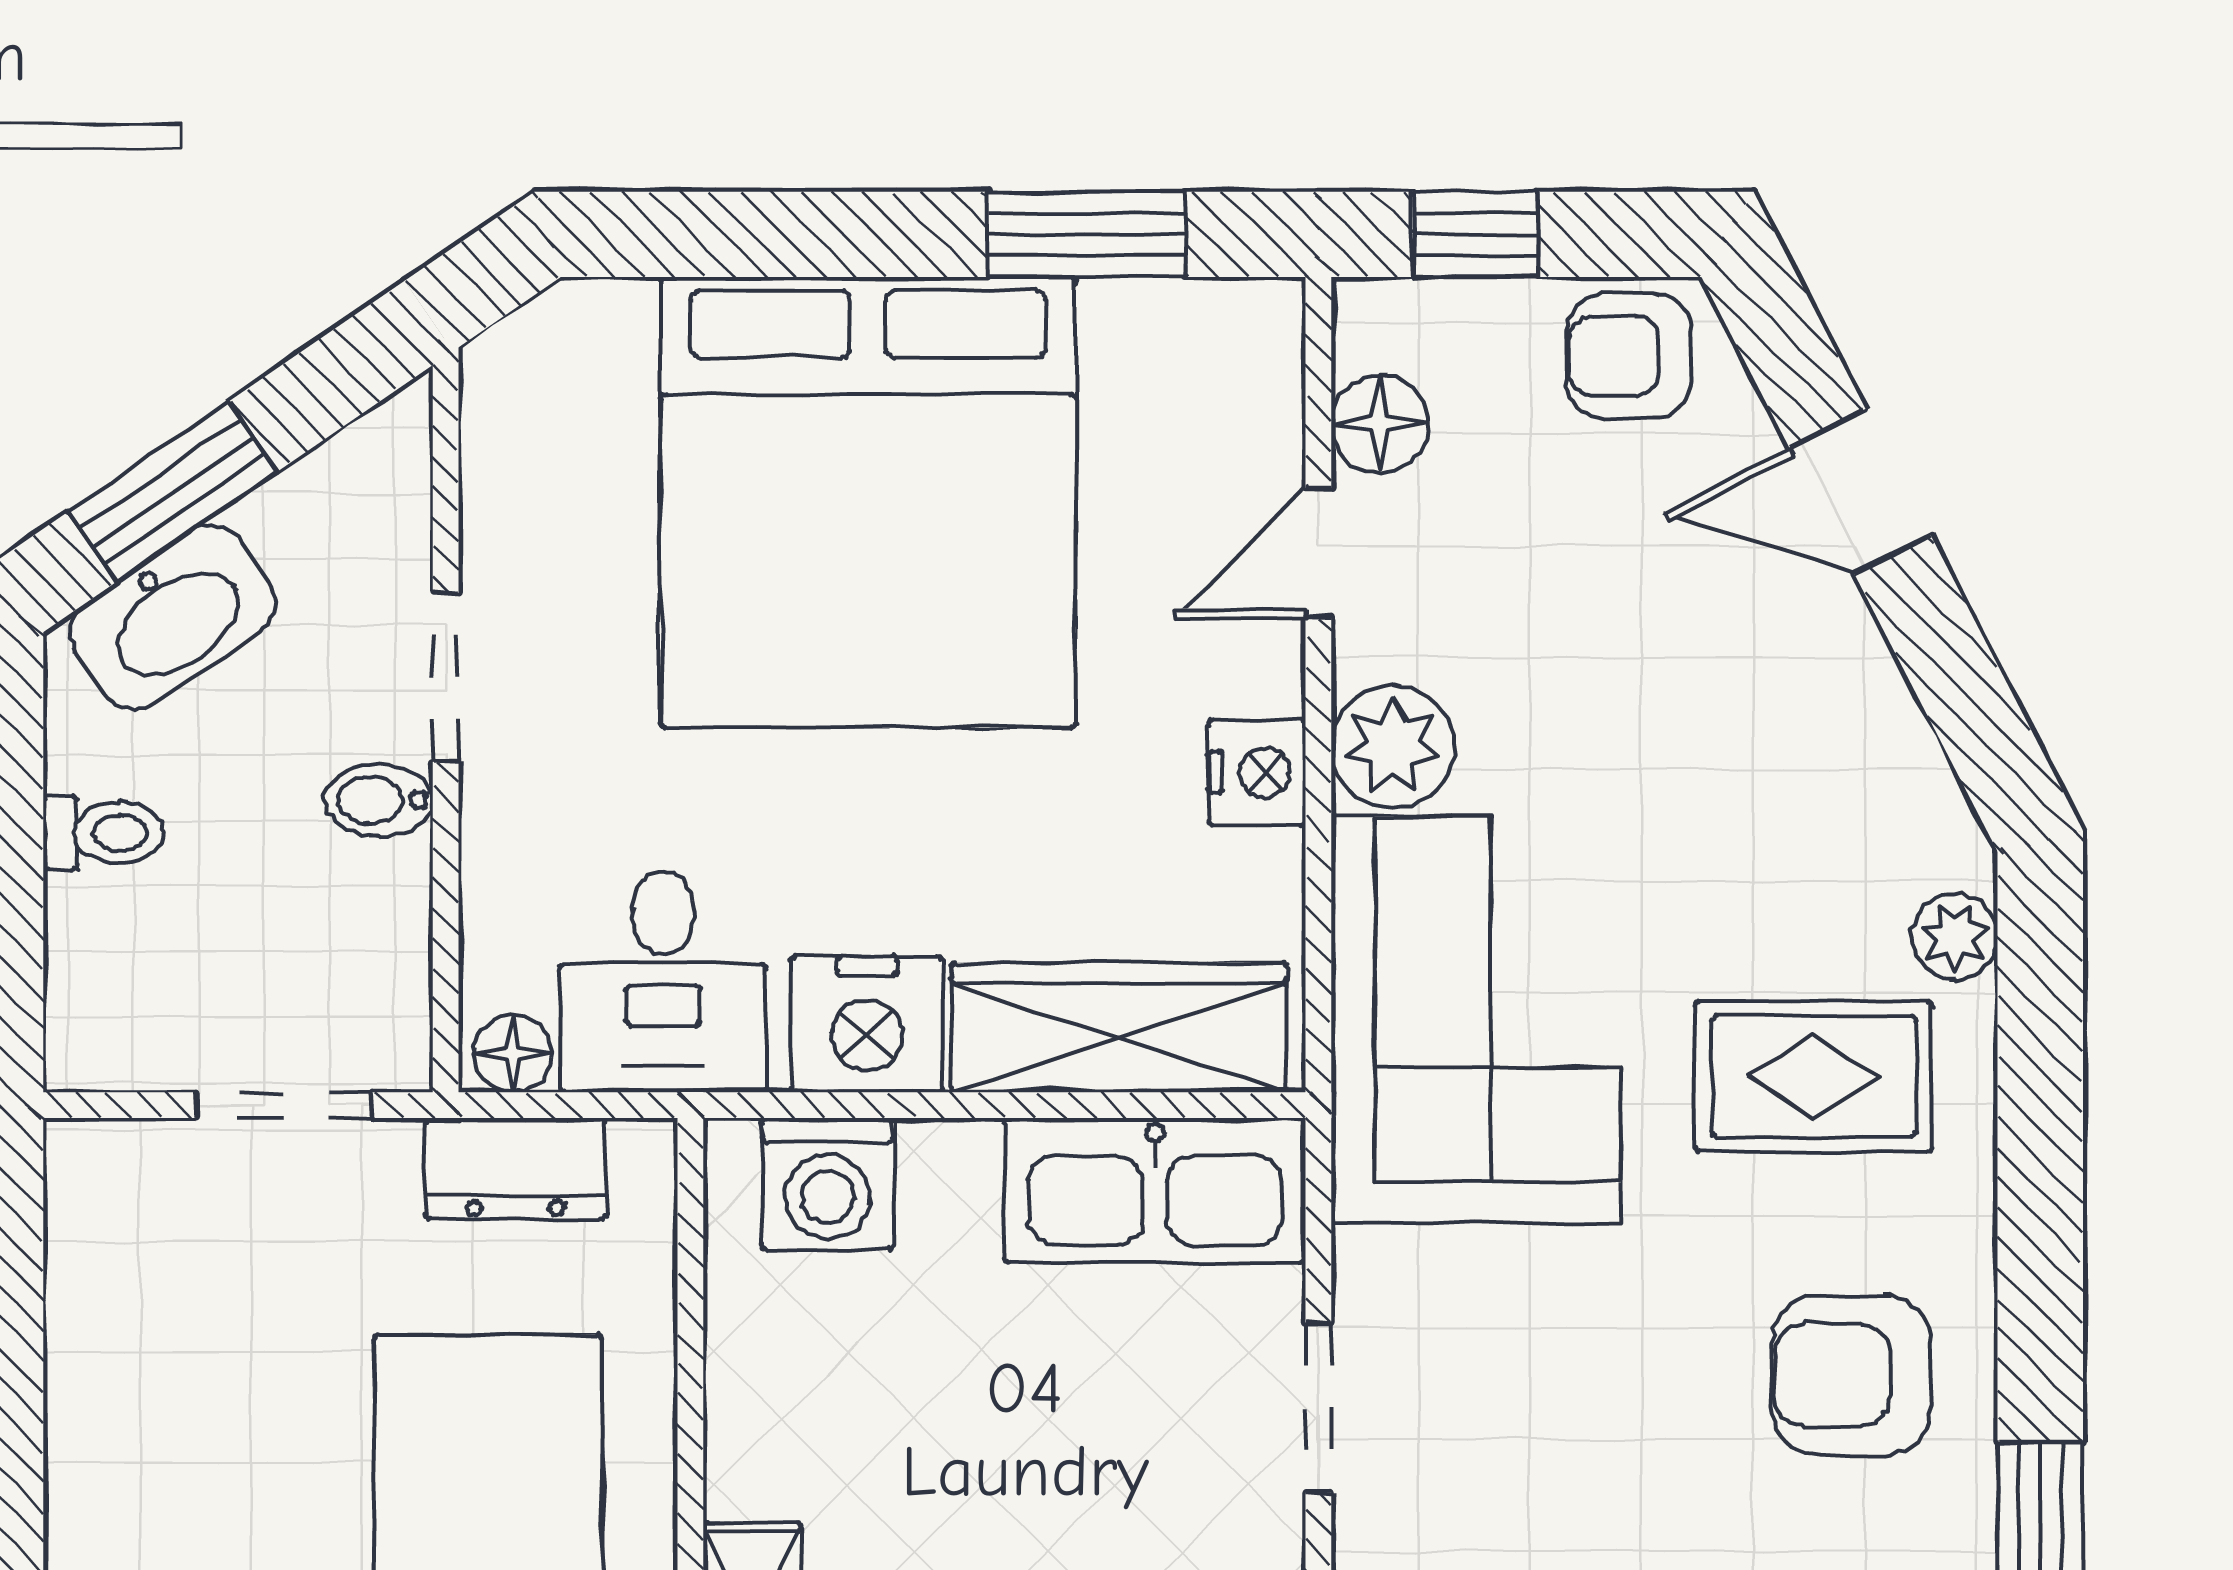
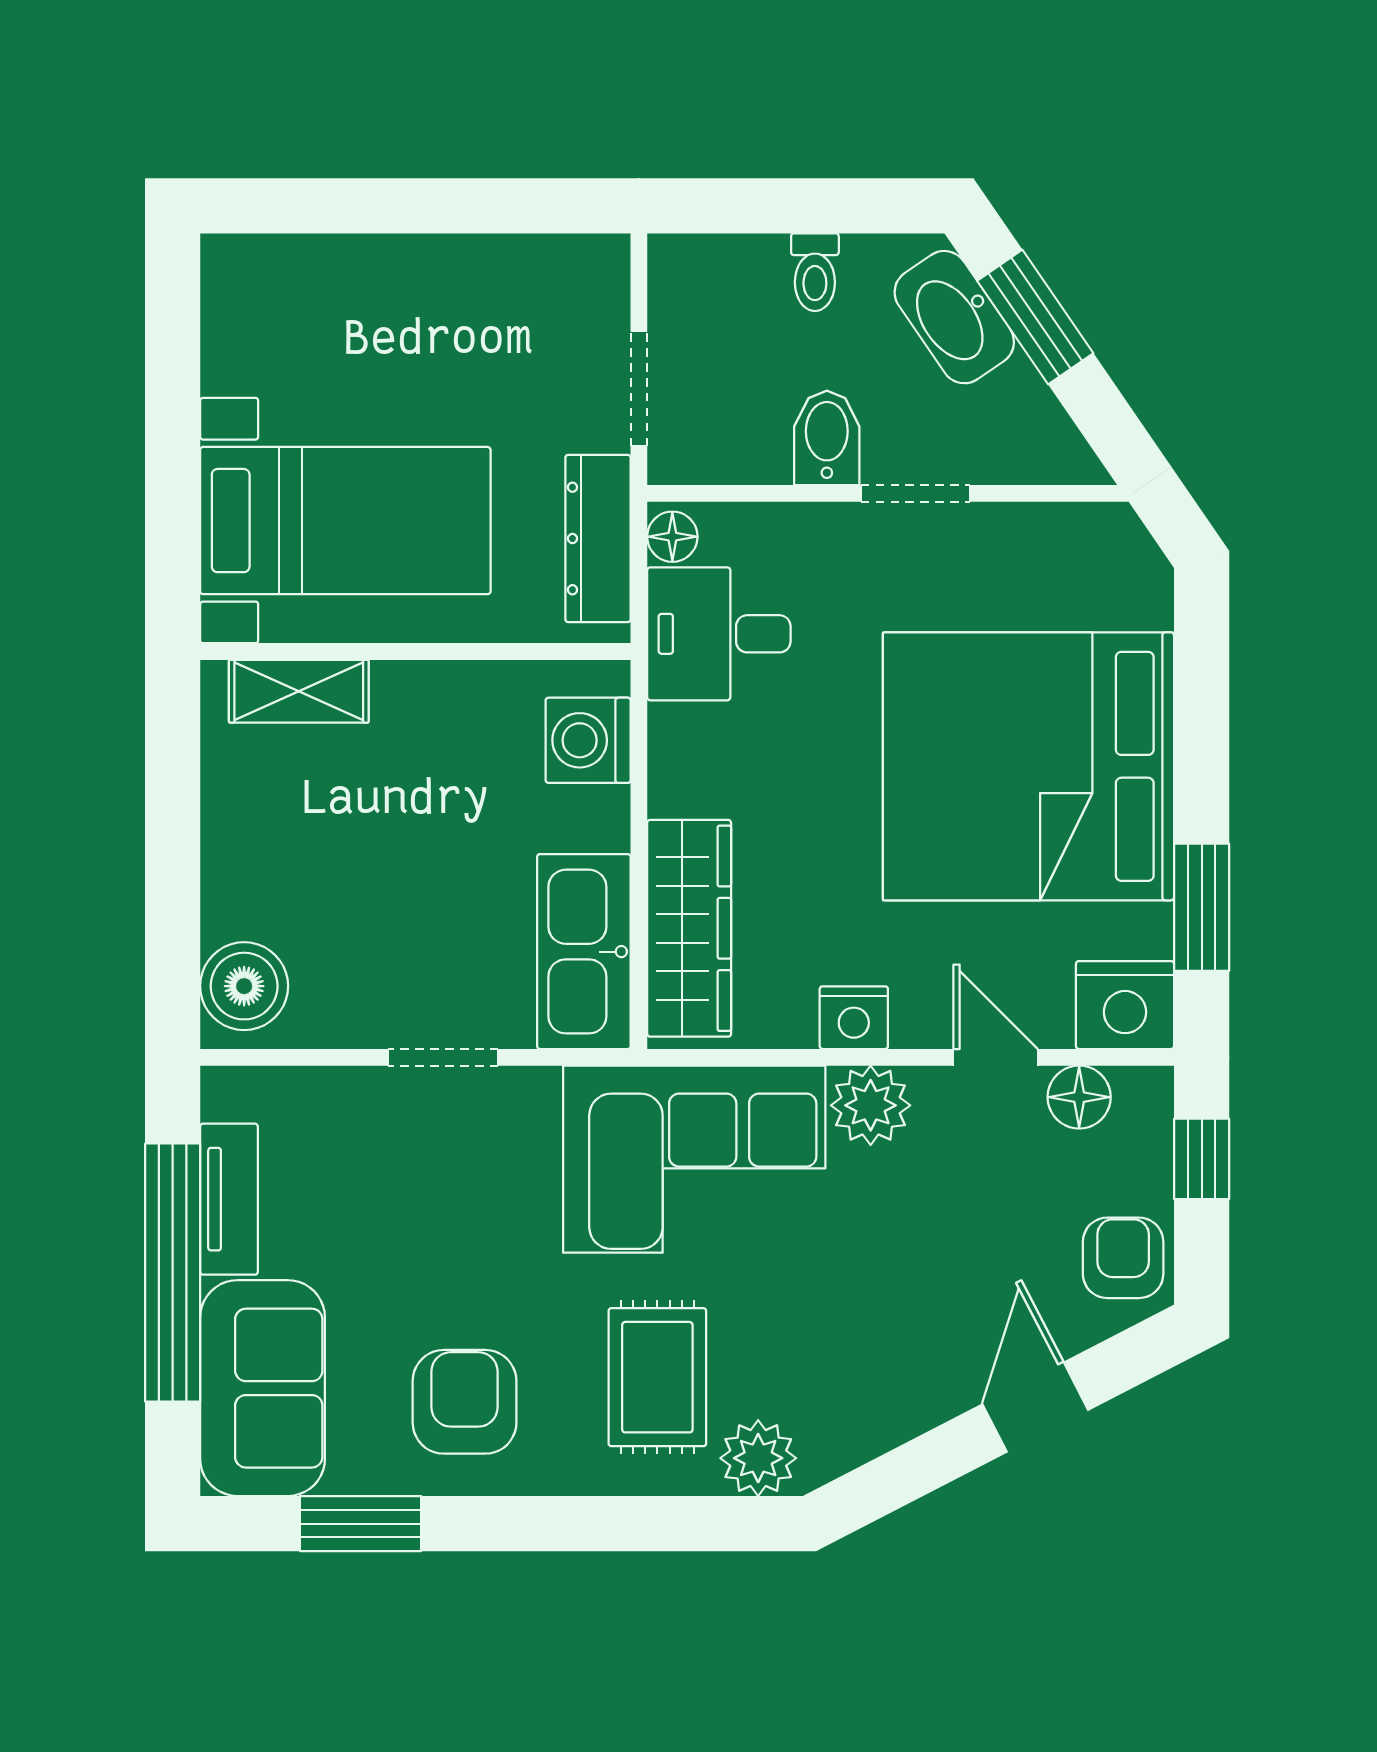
bidet: (379, 800) -> (827, 438), width x1.38, depth x1.36
plant: (1955, 937) -> (758, 1458), width x1.38, depth x1.38
nightstand: (867, 1024) -> (1125, 1005), moved, turned -90
dresser: (516, 1168) -> (598, 538), width x1.44

